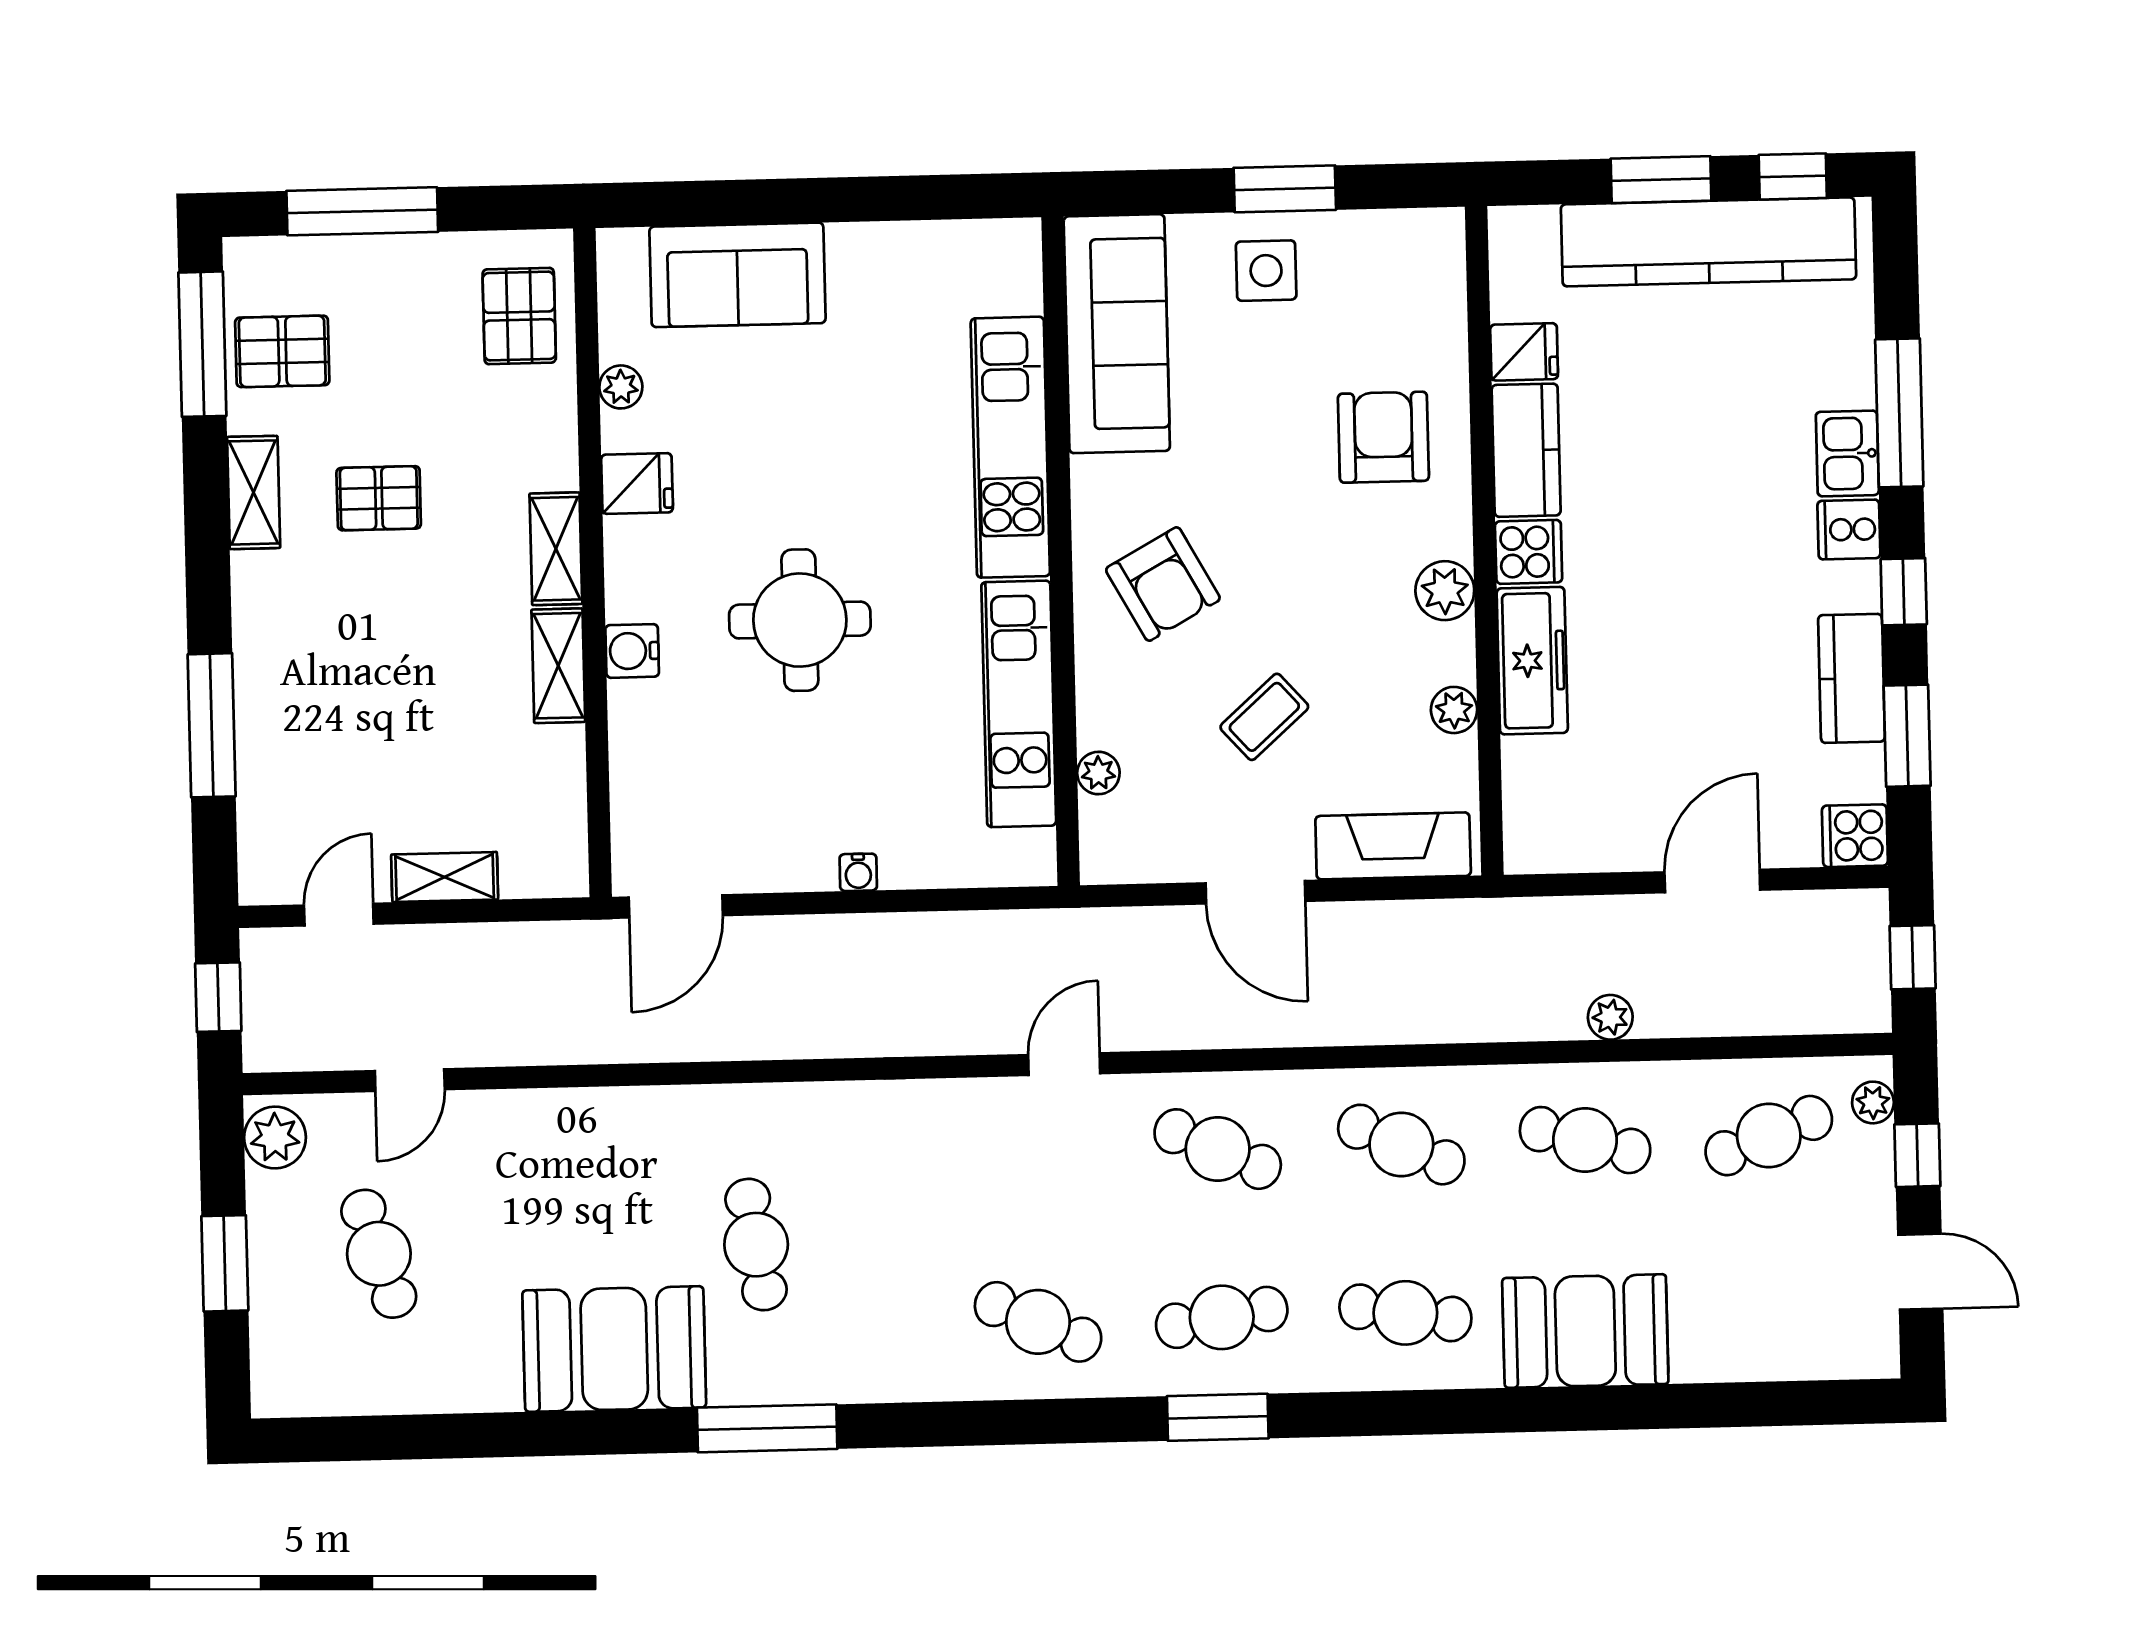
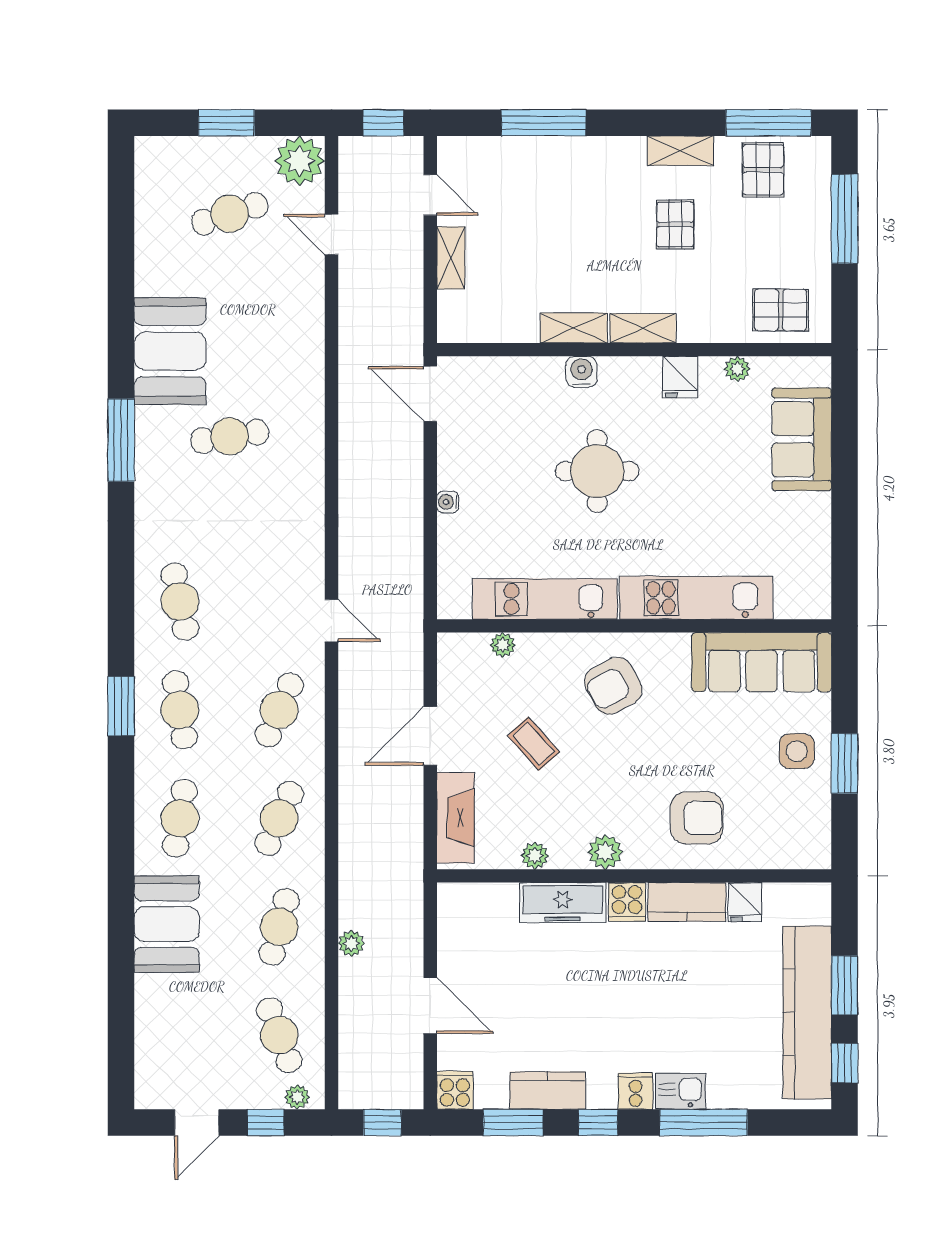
plant: (275, 1137) -> (300, 161), width x1.36, depth x1.36
cafe table: (1038, 1322) -> (180, 601), turned -36

